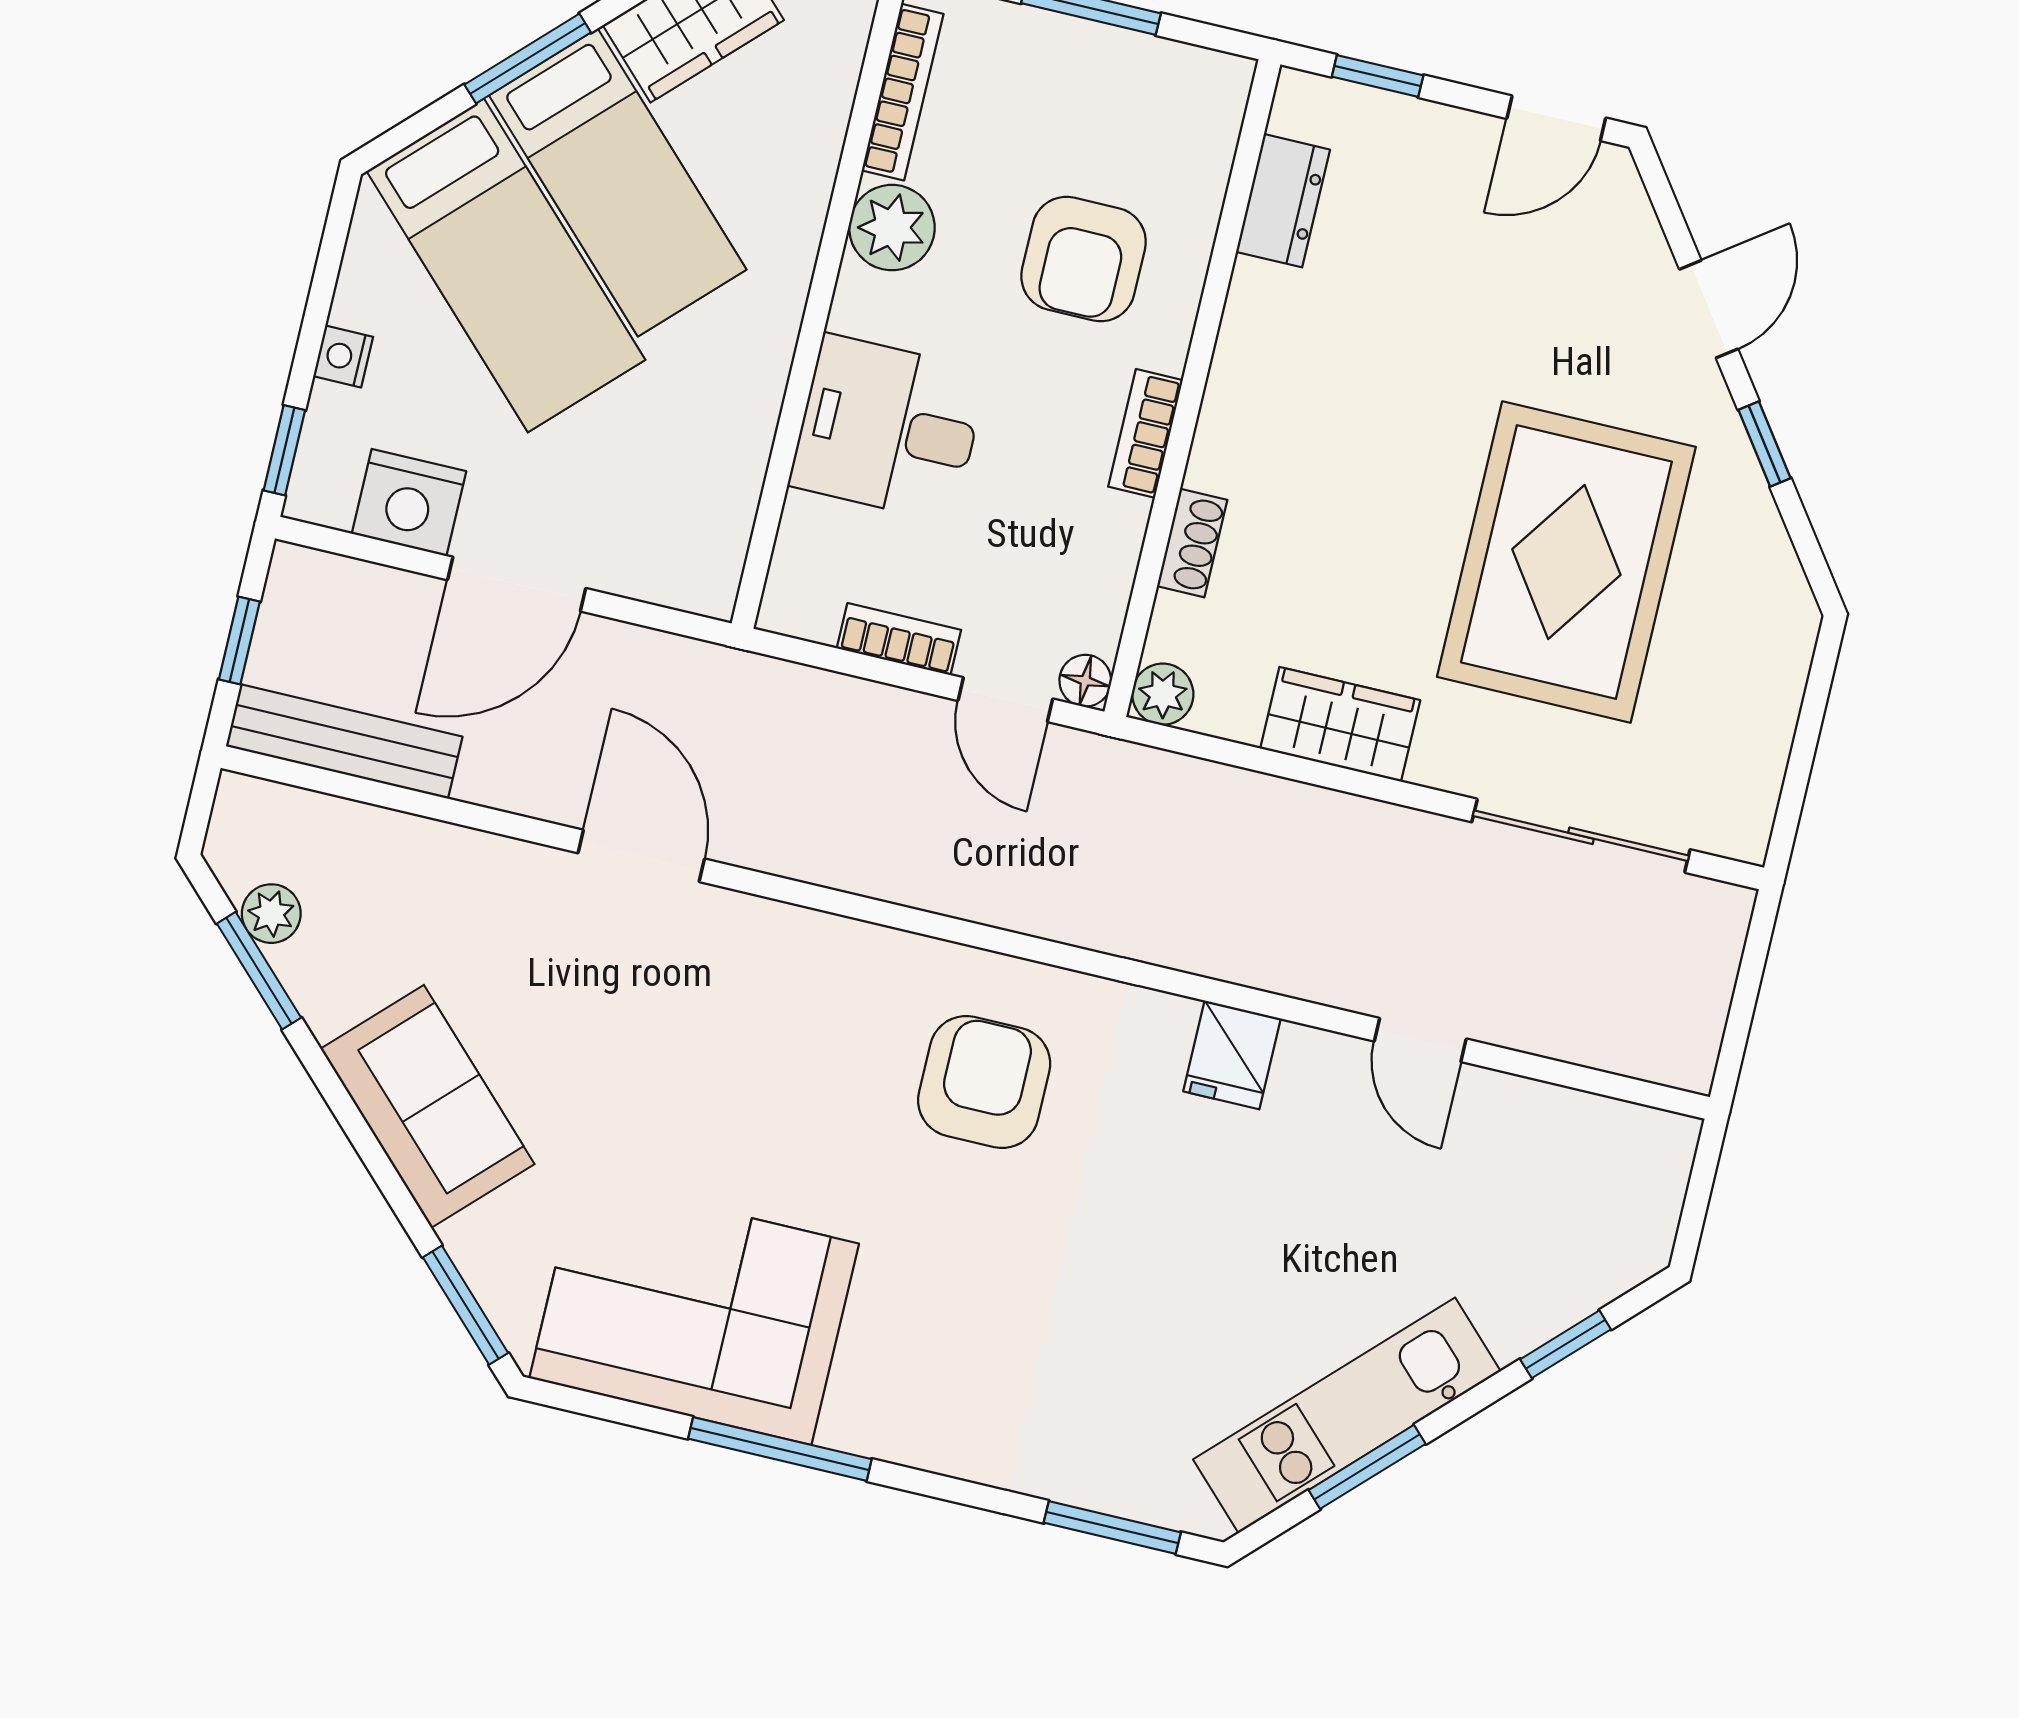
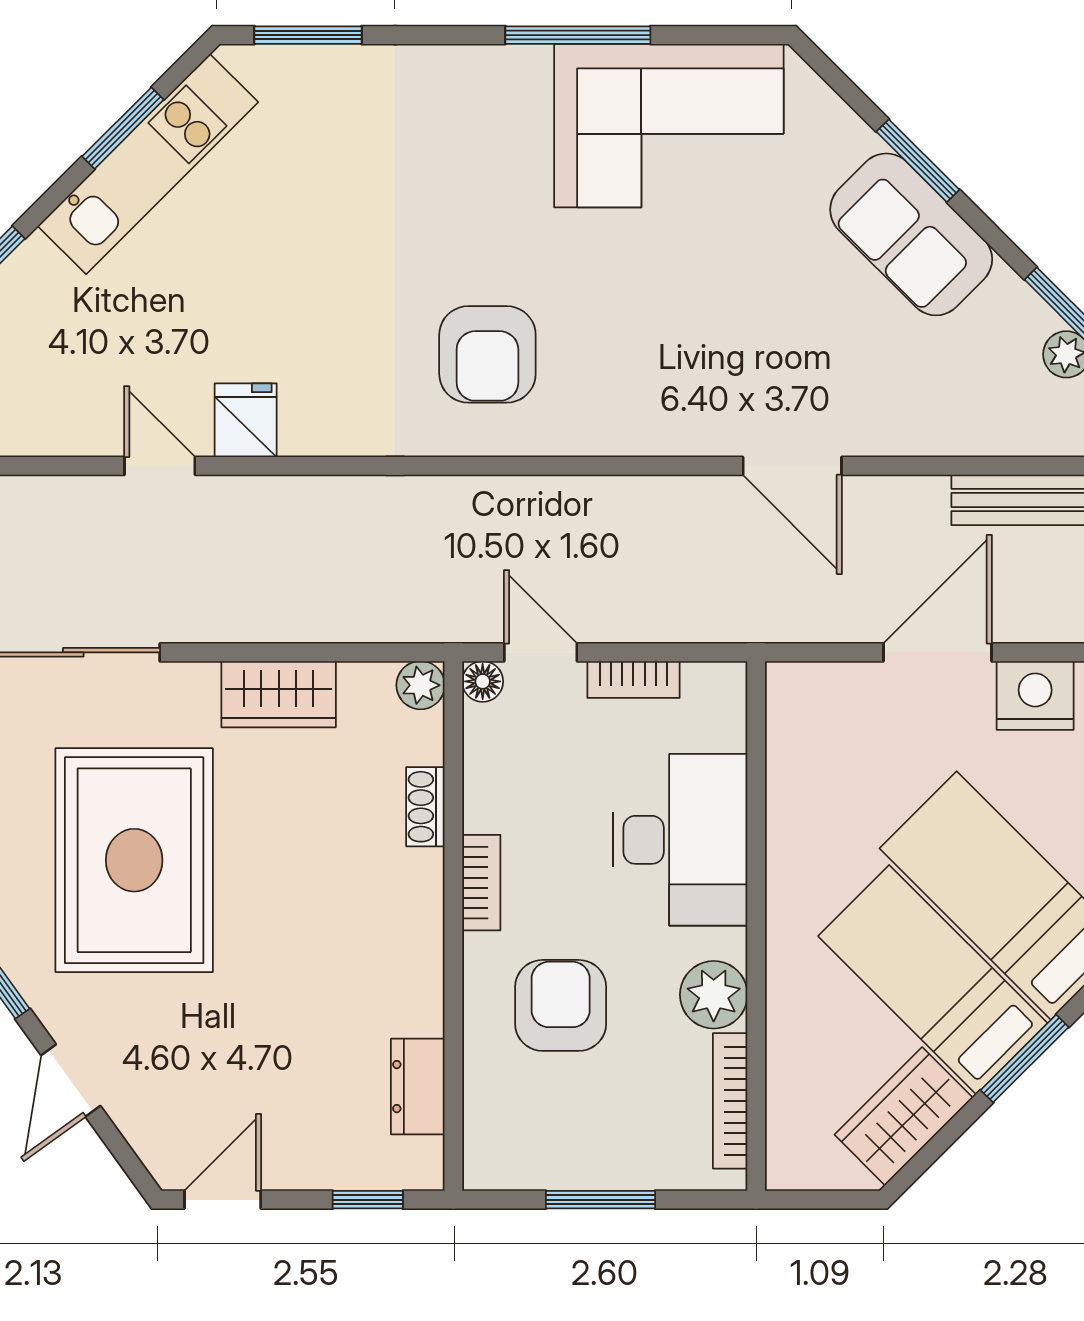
desk: (888, 428) -> (680, 840), width x1.37
fridge: (1232, 1055) -> (246, 420), moved
window: (466, 1305) -> (918, 161), moved

